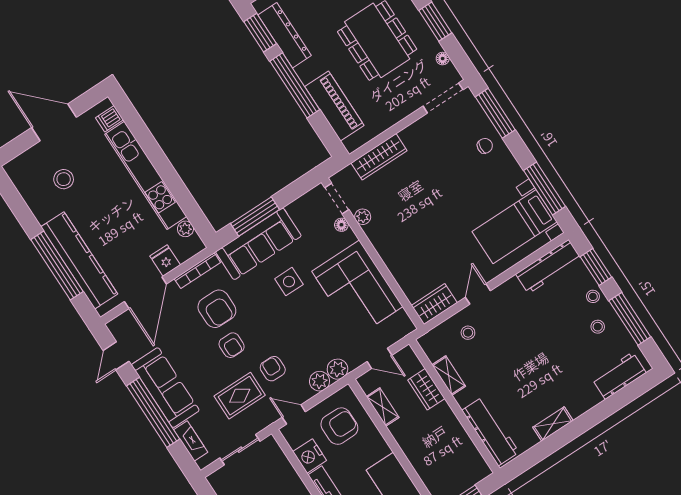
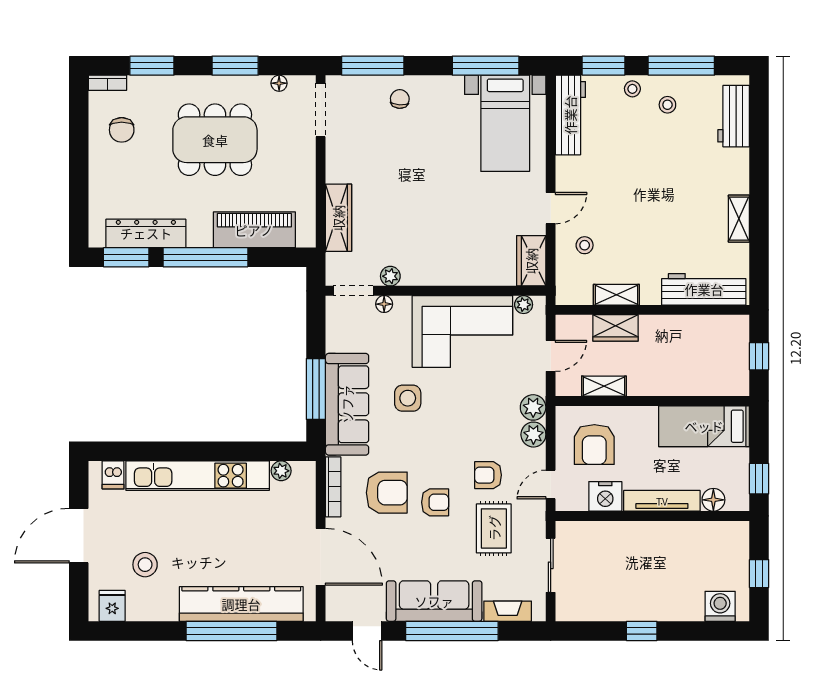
fridge: (165, 261) -> (112, 606), moved, turned 90
door: (478, 294) -> (551, 208), swing flipped
plant: (402, 318) -> (524, 305), added
armchair: (339, 426) -> (594, 445), turned 180

